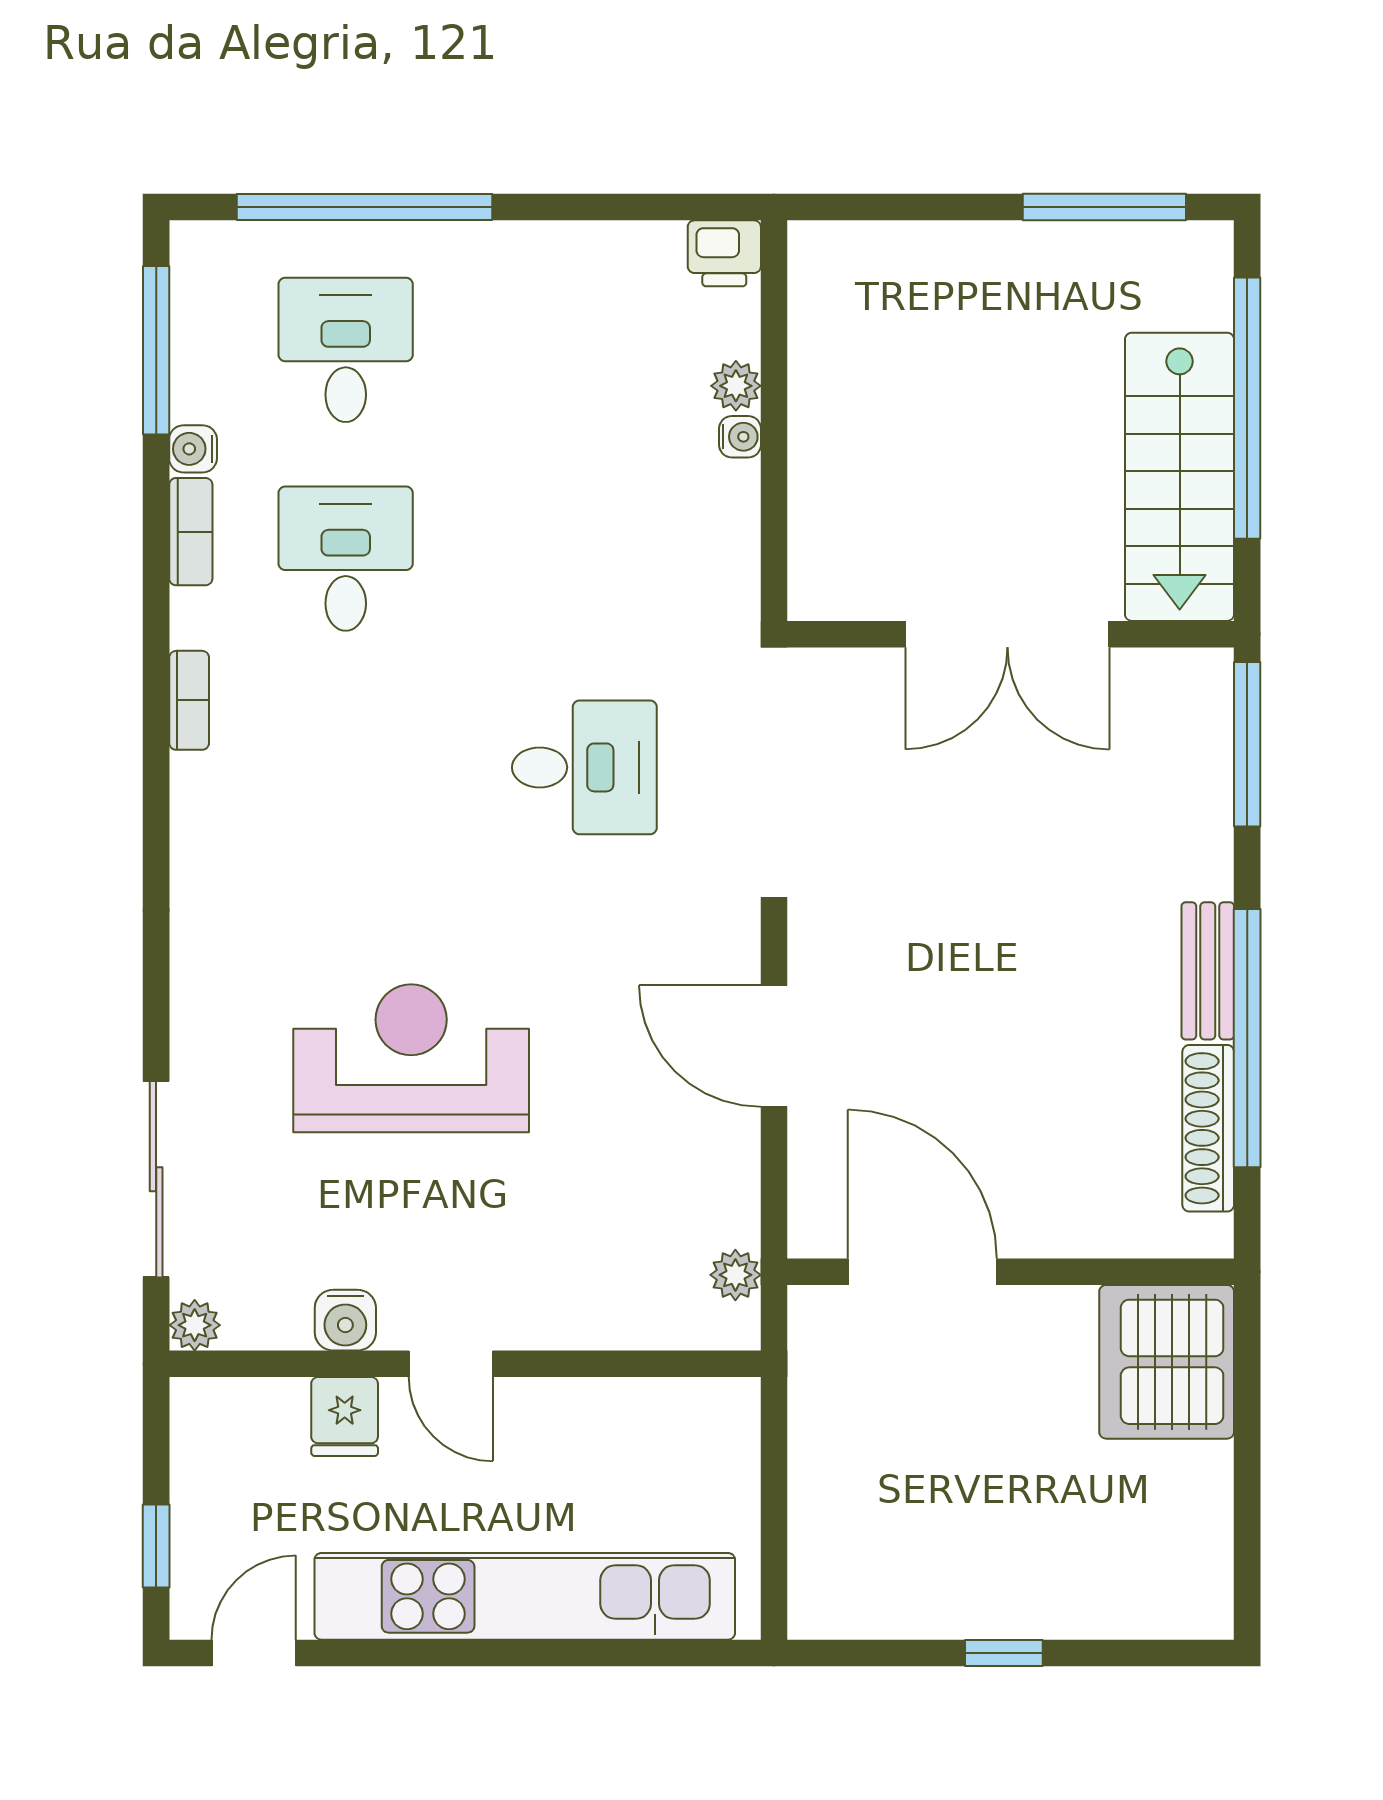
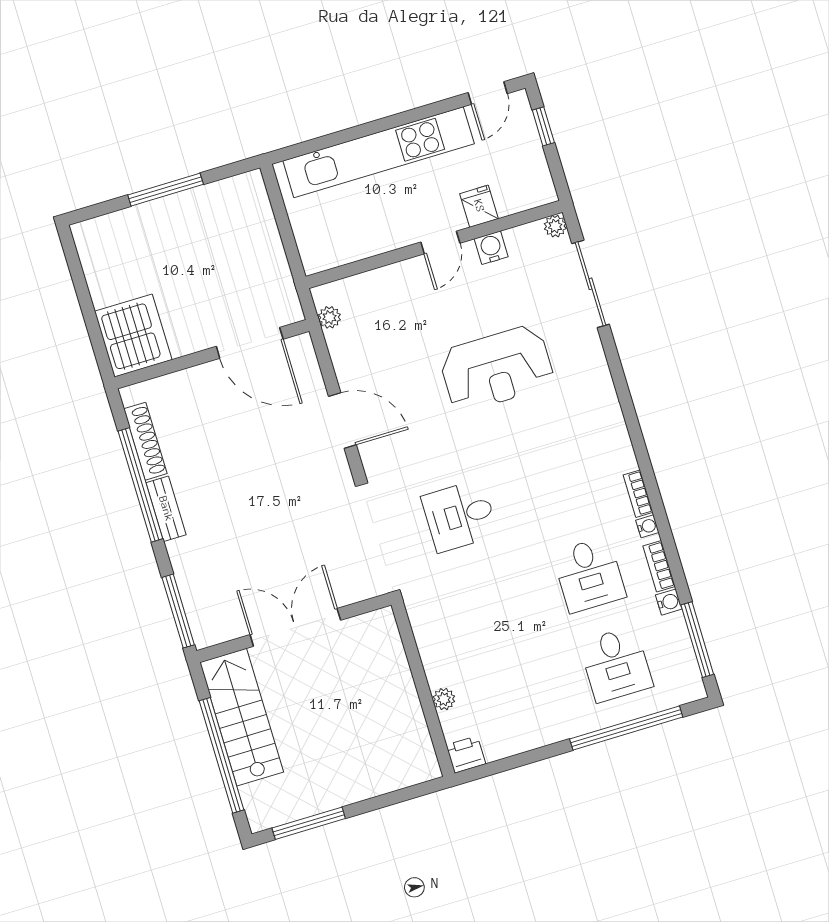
water cooler: (740, 437) -> (647, 526), moved, turned 180
door: (451, 1364) -> (440, 243), swing flipped
window: (1004, 1653) -> (166, 190), width x2.17

